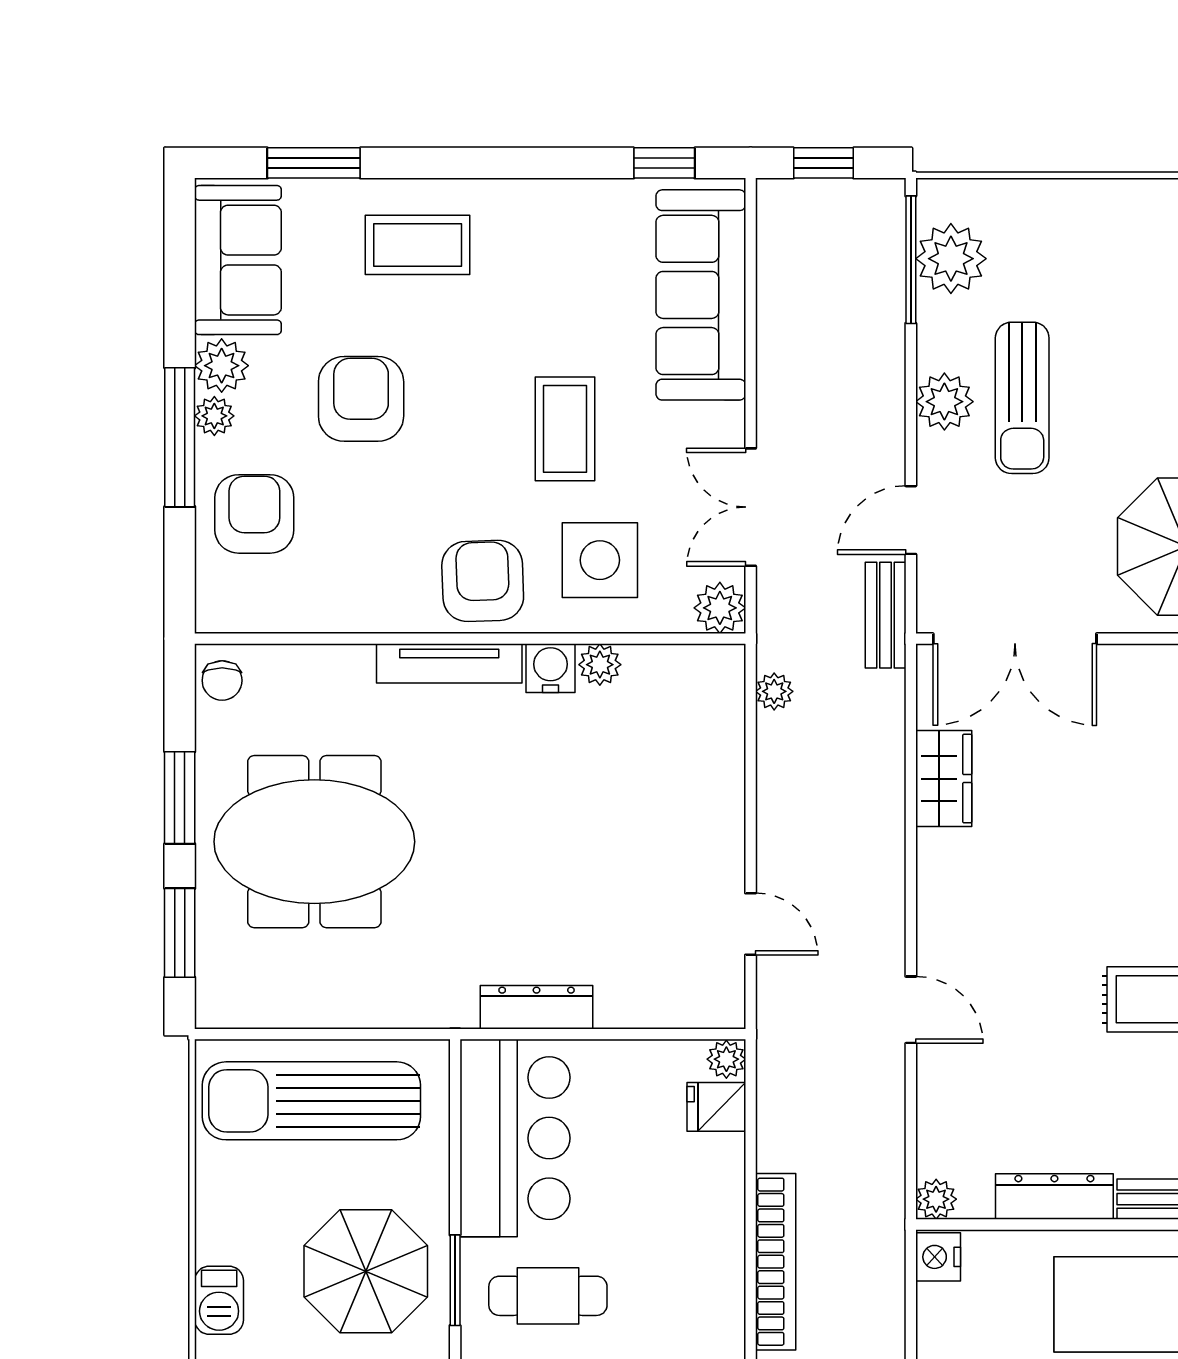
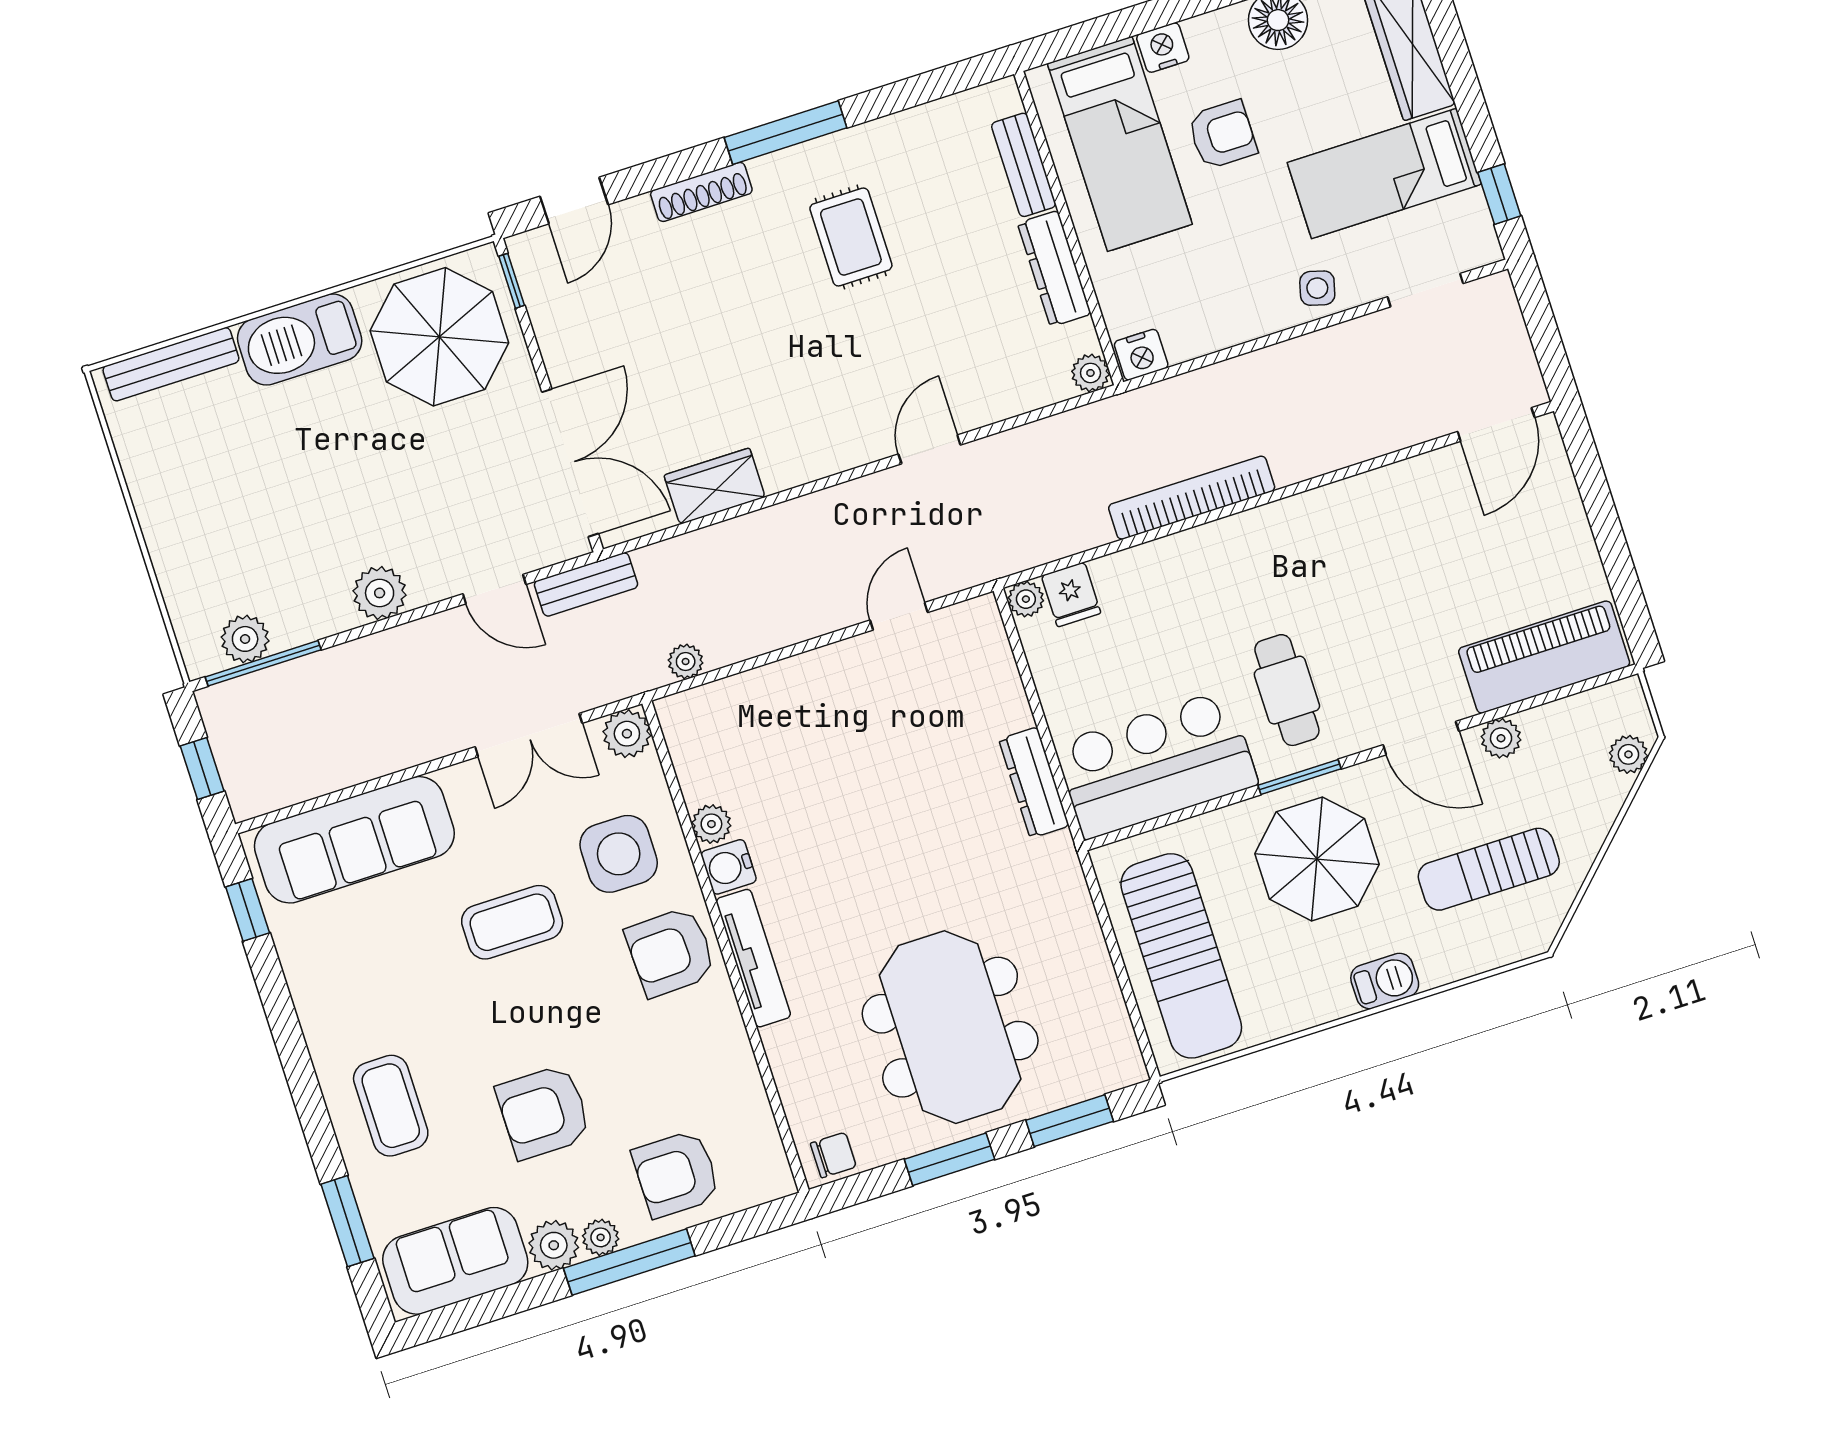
plant: (951, 259) -> (245, 639), width x0.73, depth x0.73
sun lounger: (1022, 398) -> (354, 525), removed

